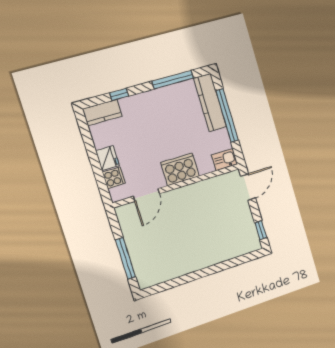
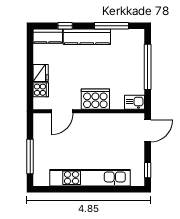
kitchen counter: (210, 103) -> (87, 37), moved, turned -90
kitchen unit: (201, 260) -> (90, 178), added

